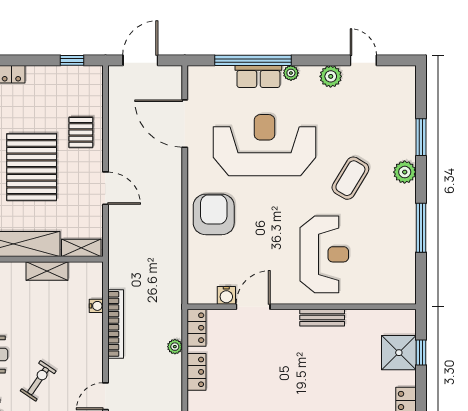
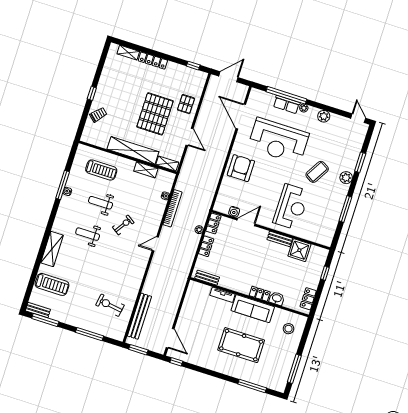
door: (363, 60) -> (358, 118), moved
reception desk: (265, 145) -> (278, 141), turned 180
shower: (399, 353) -> (299, 250), moved

